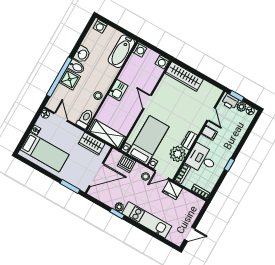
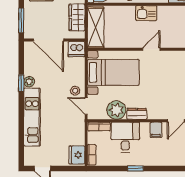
dishwasher: (126, 164) -> (77, 49), moved, turned -90
fridge: (172, 190) -> (77, 155), moved

